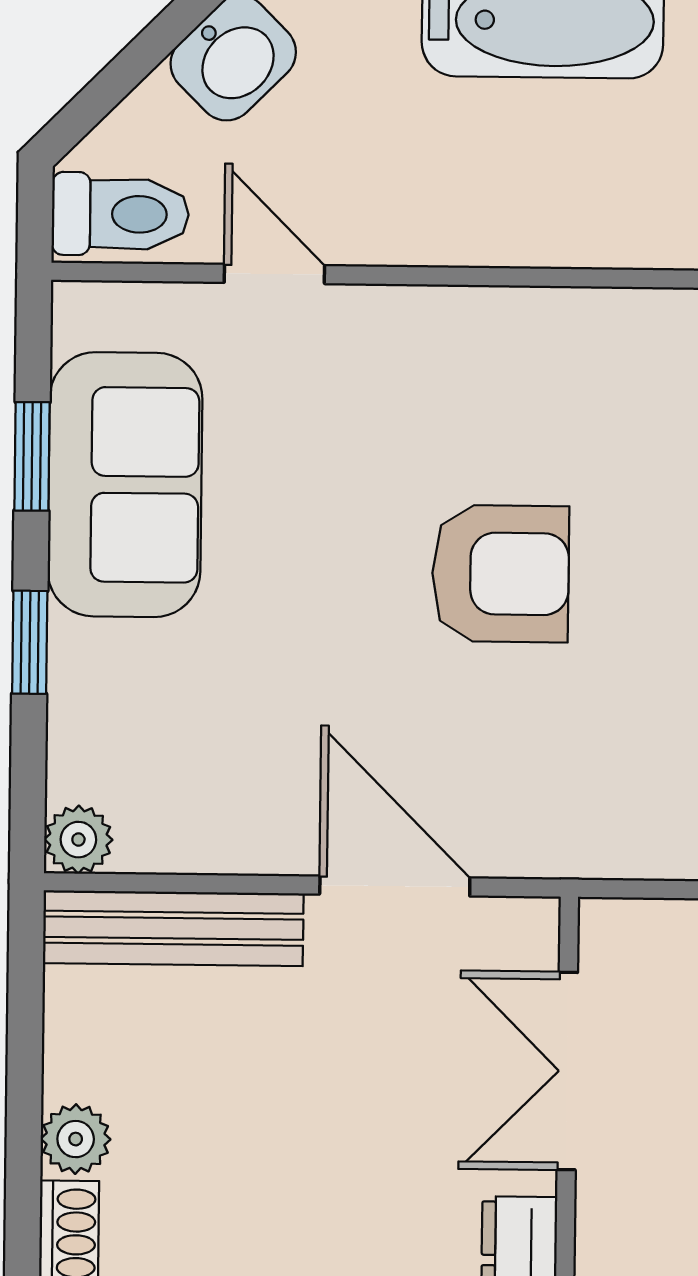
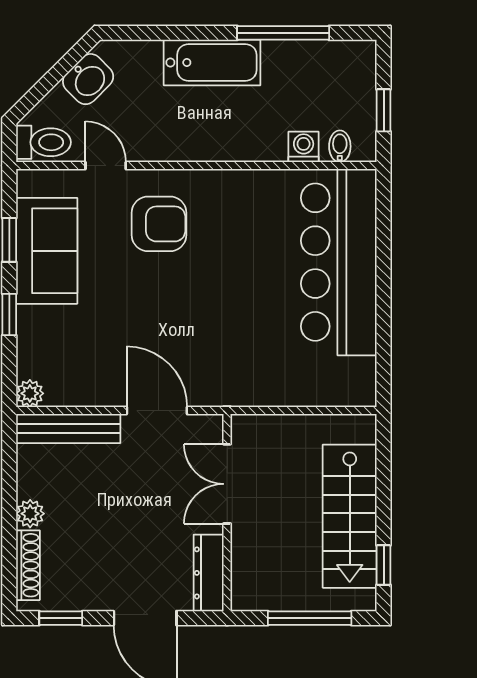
armchair: (500, 574) -> (159, 224), moved

